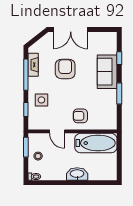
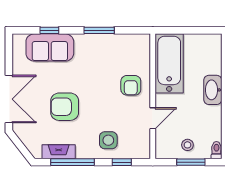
sofa: (107, 72) -> (50, 47), moved
window: (26, 147) -> (191, 162), moved

